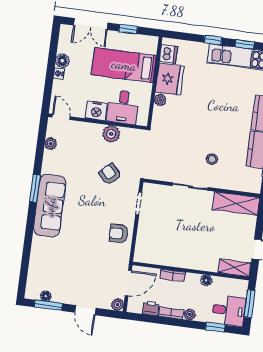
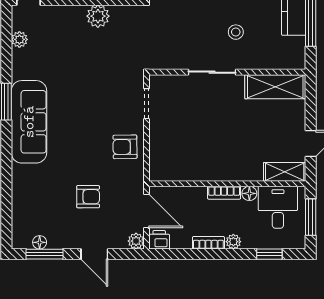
armchair: (110, 174) -> (88, 197), moved, turned 132
bookcase: (173, 275) -> (224, 193), moved
door: (128, 283) -> (147, 211), hinge flipped
printer: (151, 308) -> (159, 240), moved
desk: (229, 311) -> (278, 207), moved, turned -90

